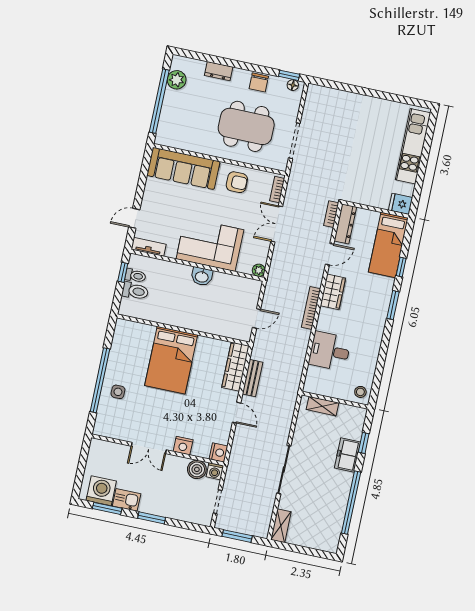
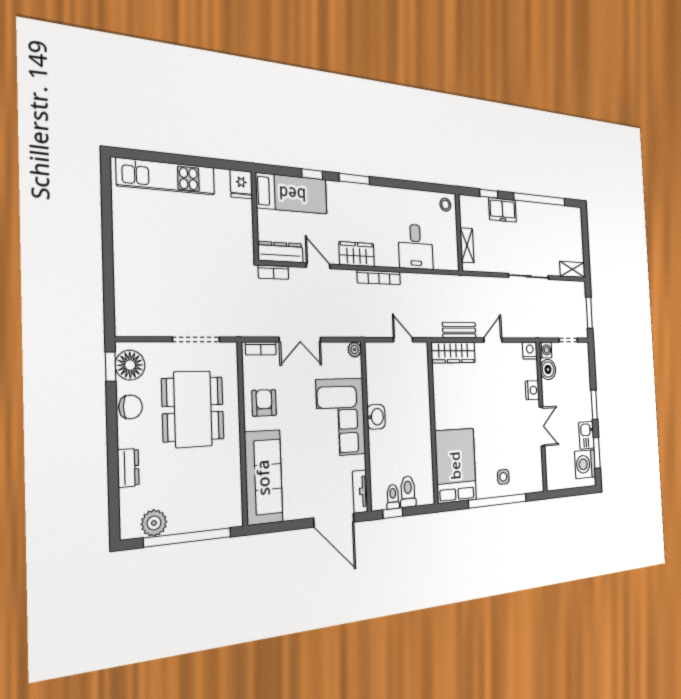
floor lamp: (293, 85) -> (130, 365), width x1.89, depth x1.89
door: (134, 218) -> (334, 520), width x1.88
bed: (171, 360) -> (456, 465), moved, turned -90

